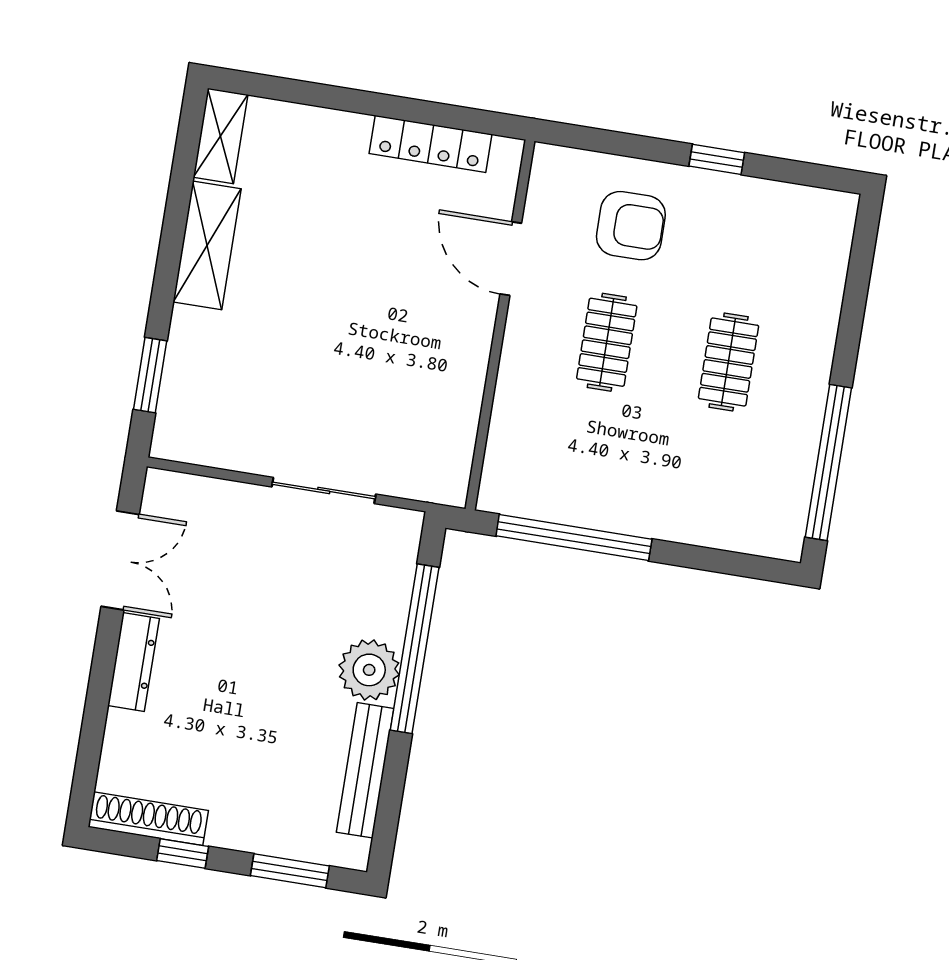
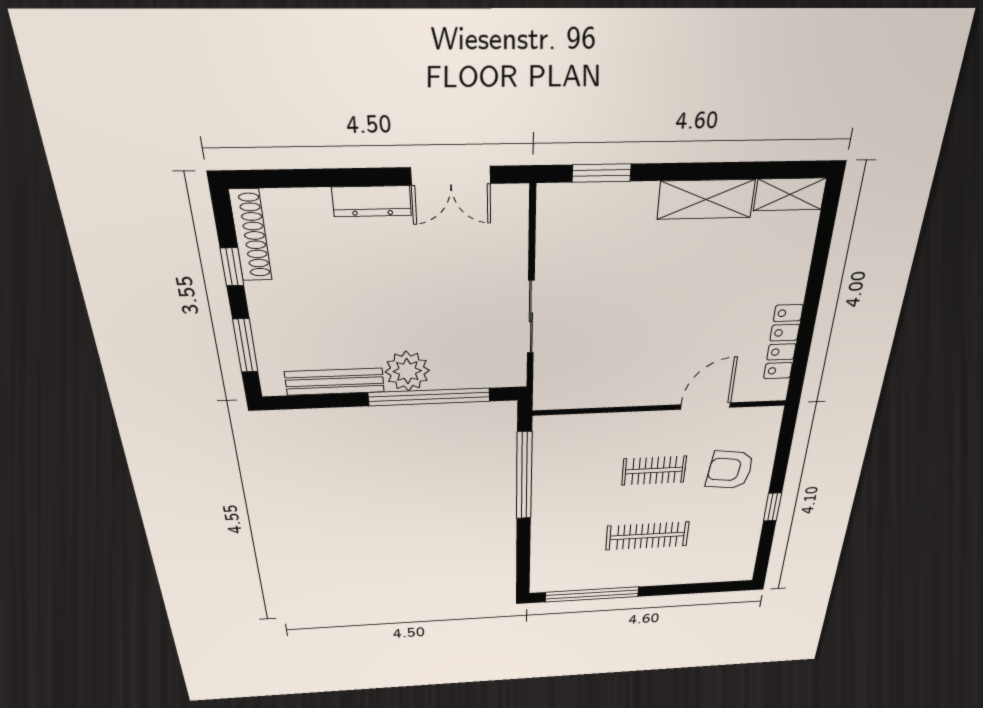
armchair: (631, 226) -> (730, 470), turned 97
clothes rail: (729, 362) -> (647, 536), width x1.36

